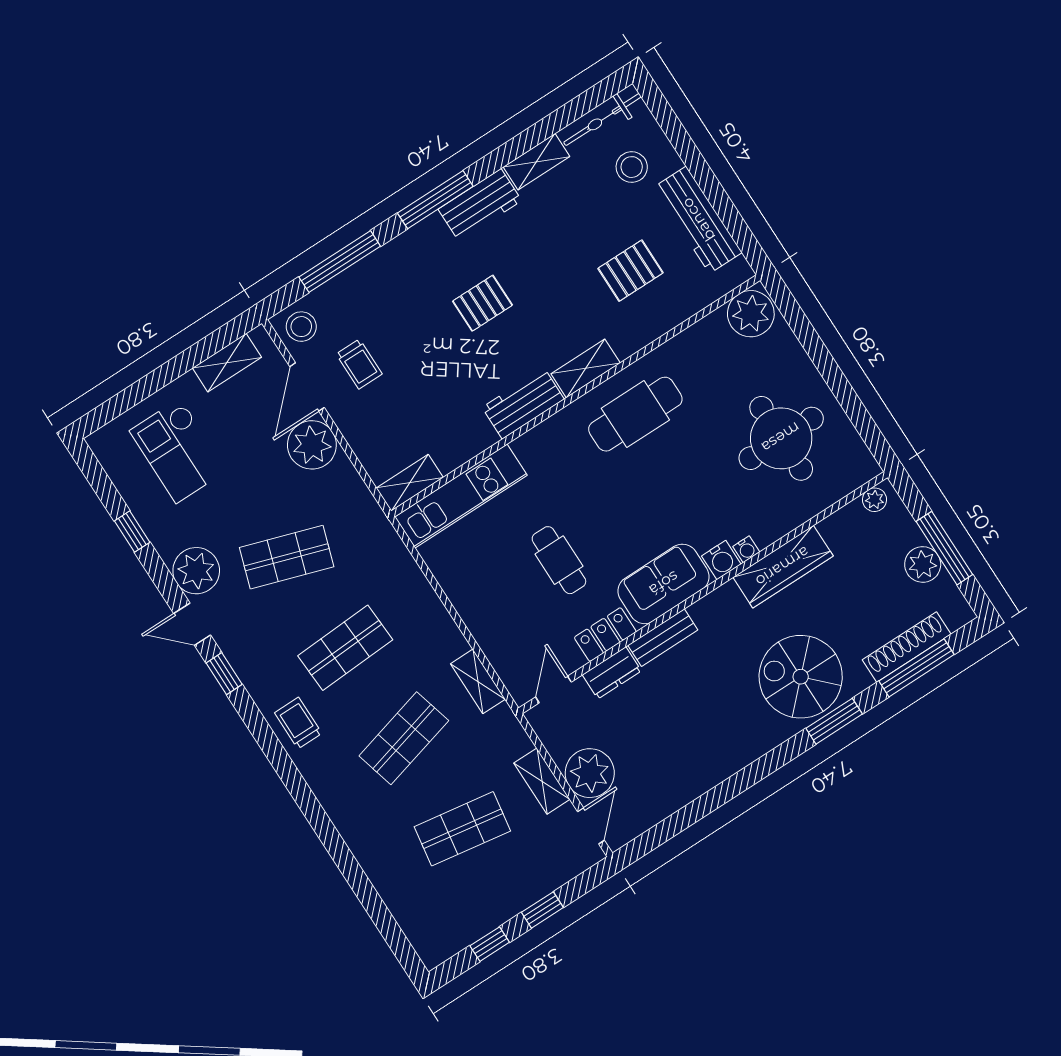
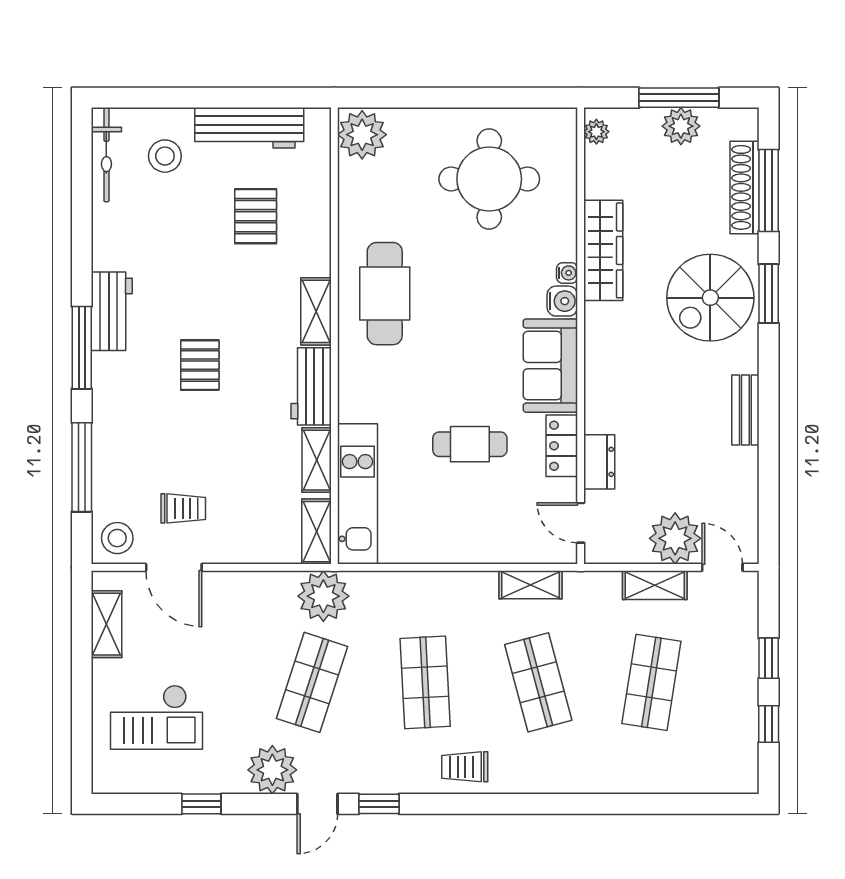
shelving: (537, 162) -> (317, 460), moved
plant: (312, 445) -> (323, 596), moved
bench: (663, 638) -> (745, 410), moved

